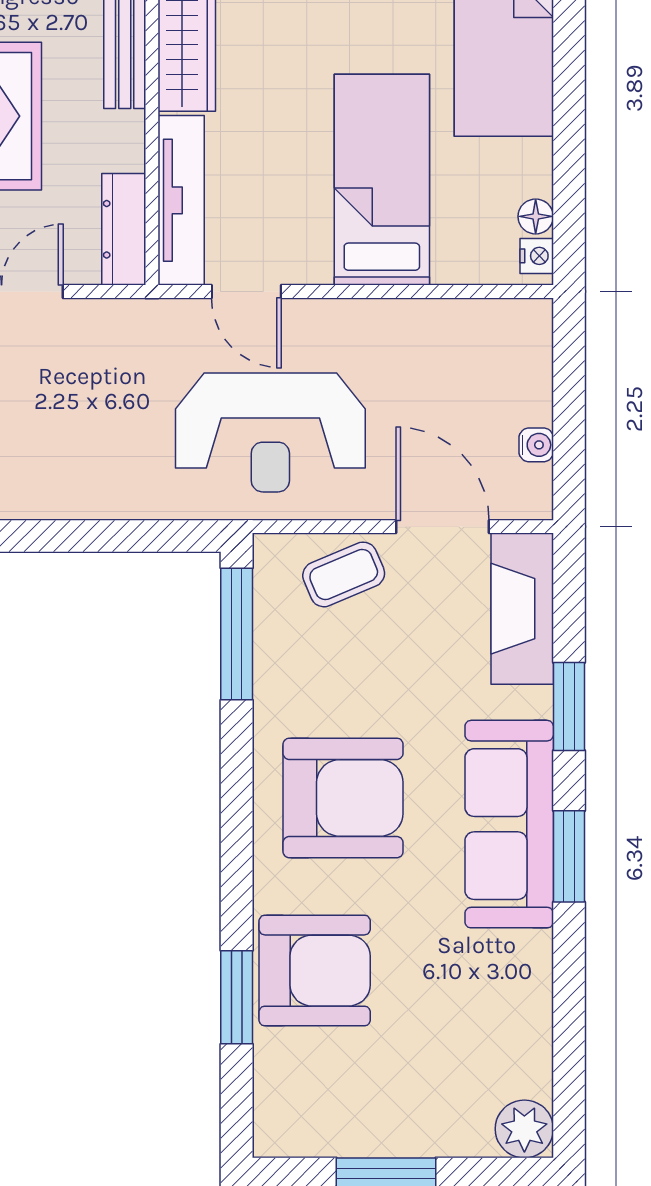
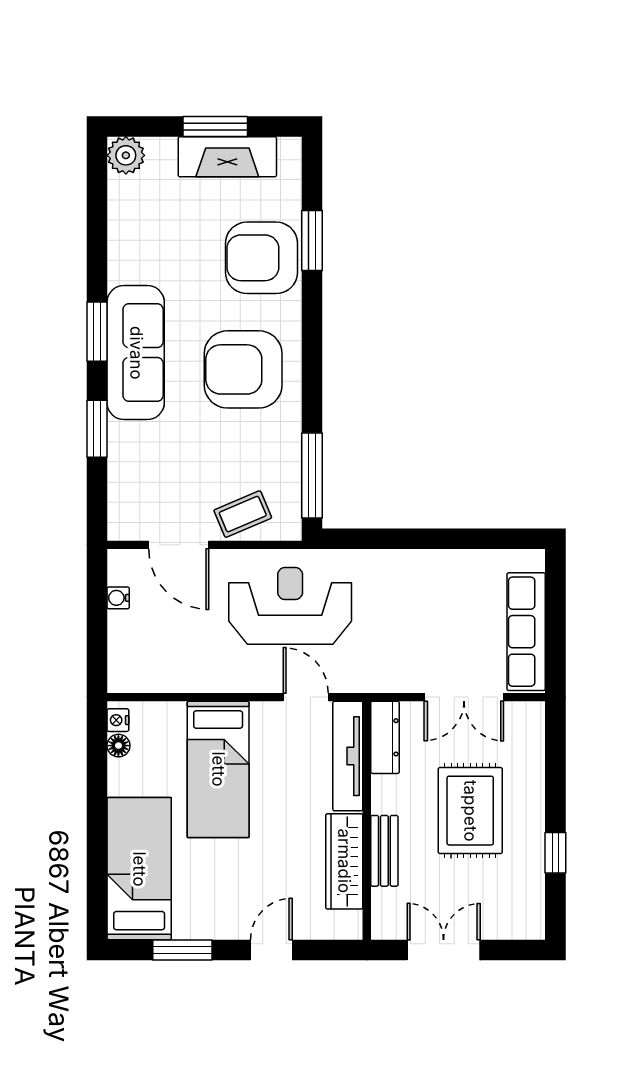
fireplace: (522, 609) -> (227, 157), moved, turned 90

